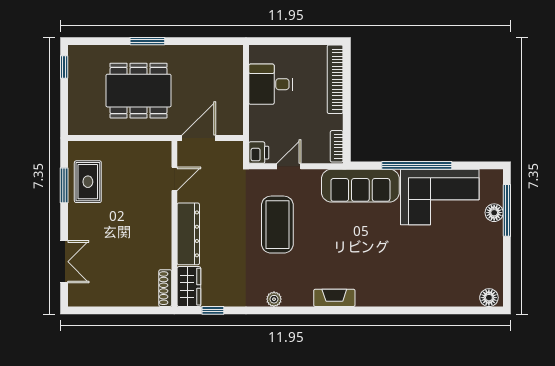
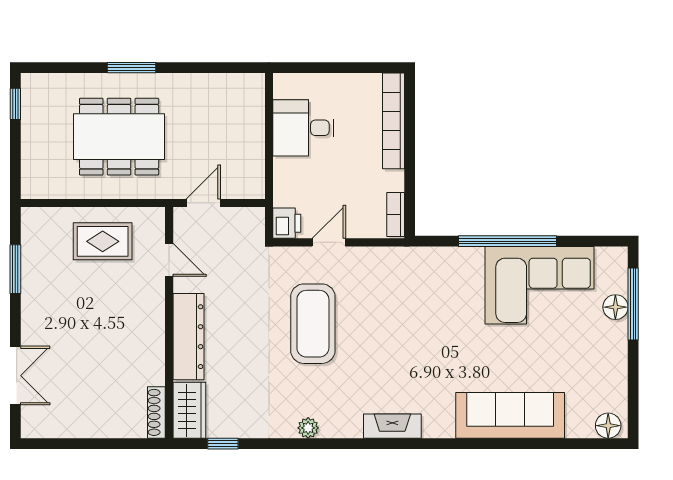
door: (199, 138) -> (203, 203), width x0.73
door: (174, 179) -> (169, 260), hinge flipped
rug: (88, 182) -> (103, 241), moved, turned 90
sofa: (360, 186) -> (510, 415), moved, turned 180

